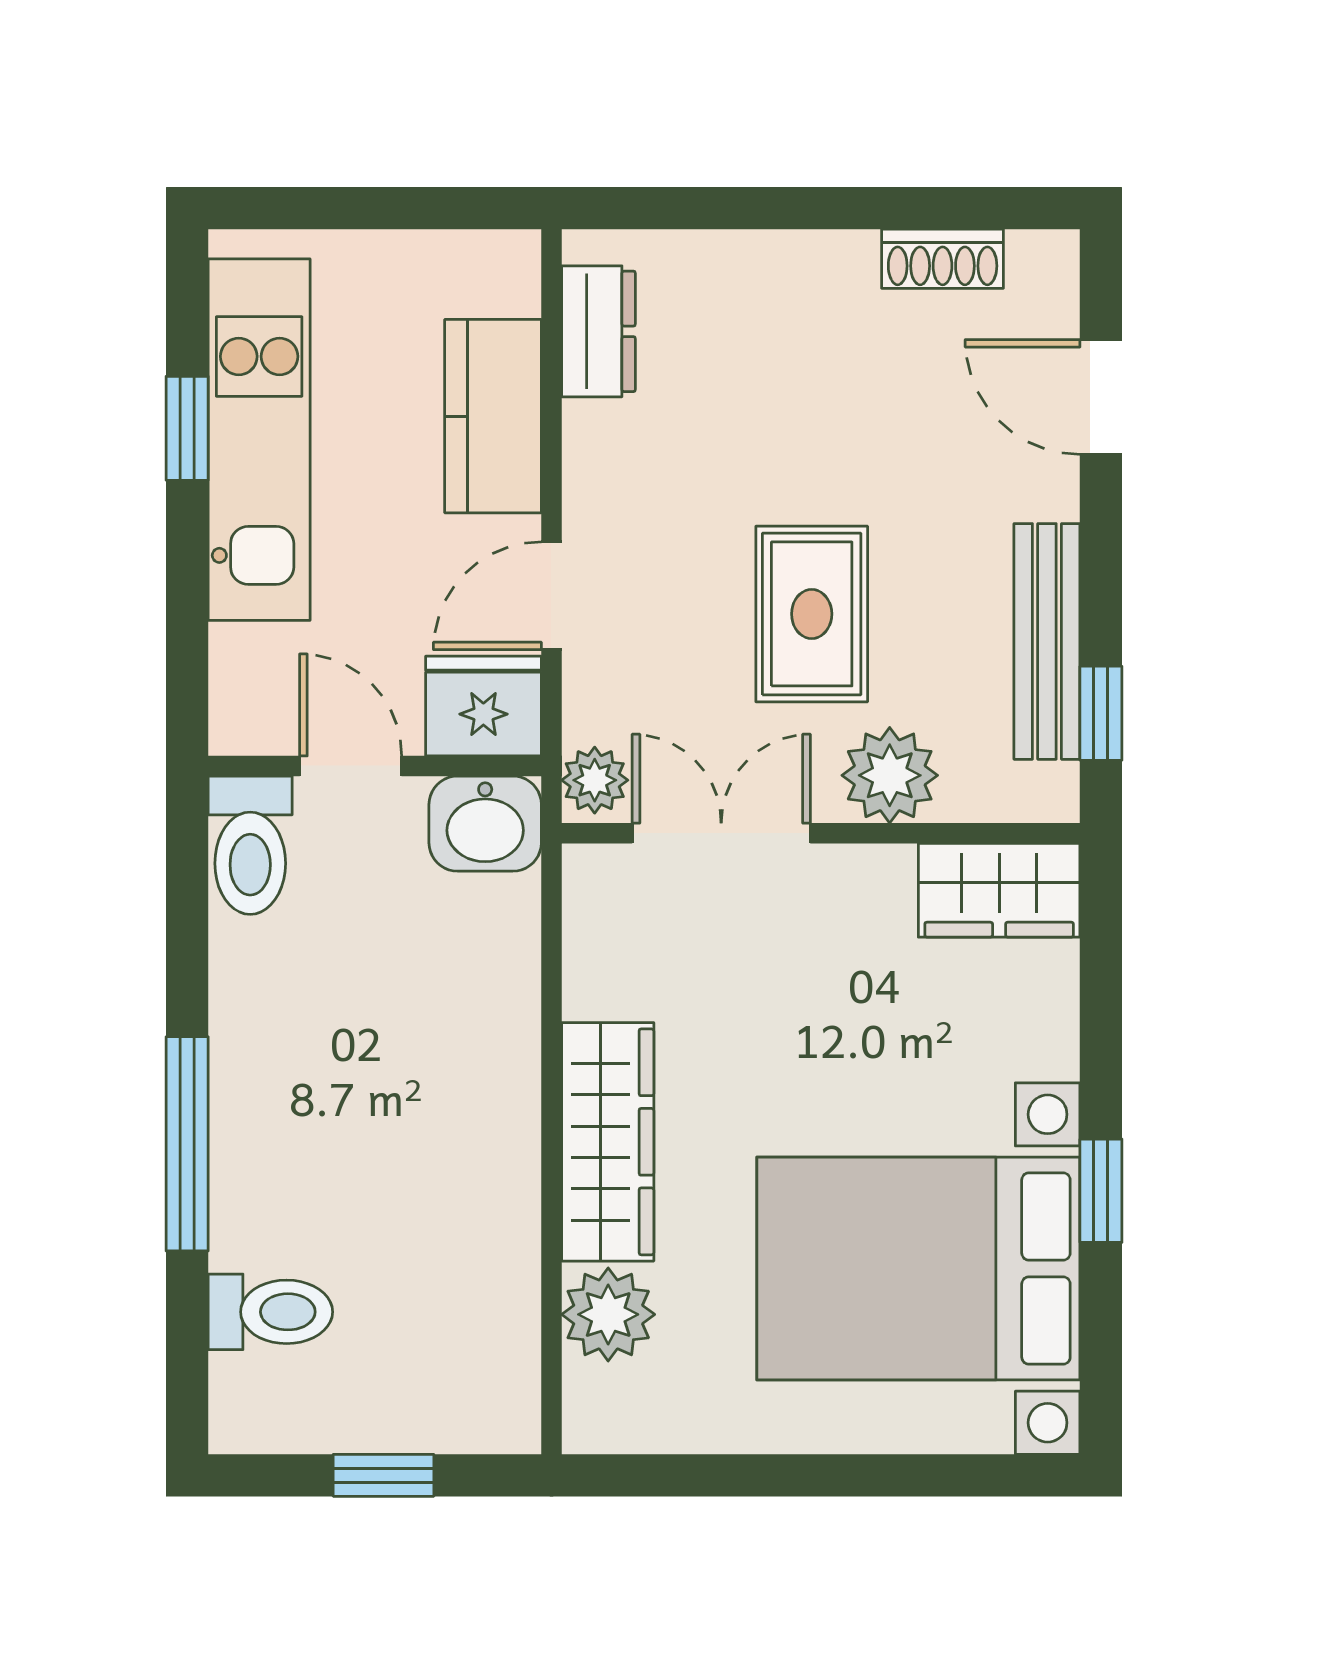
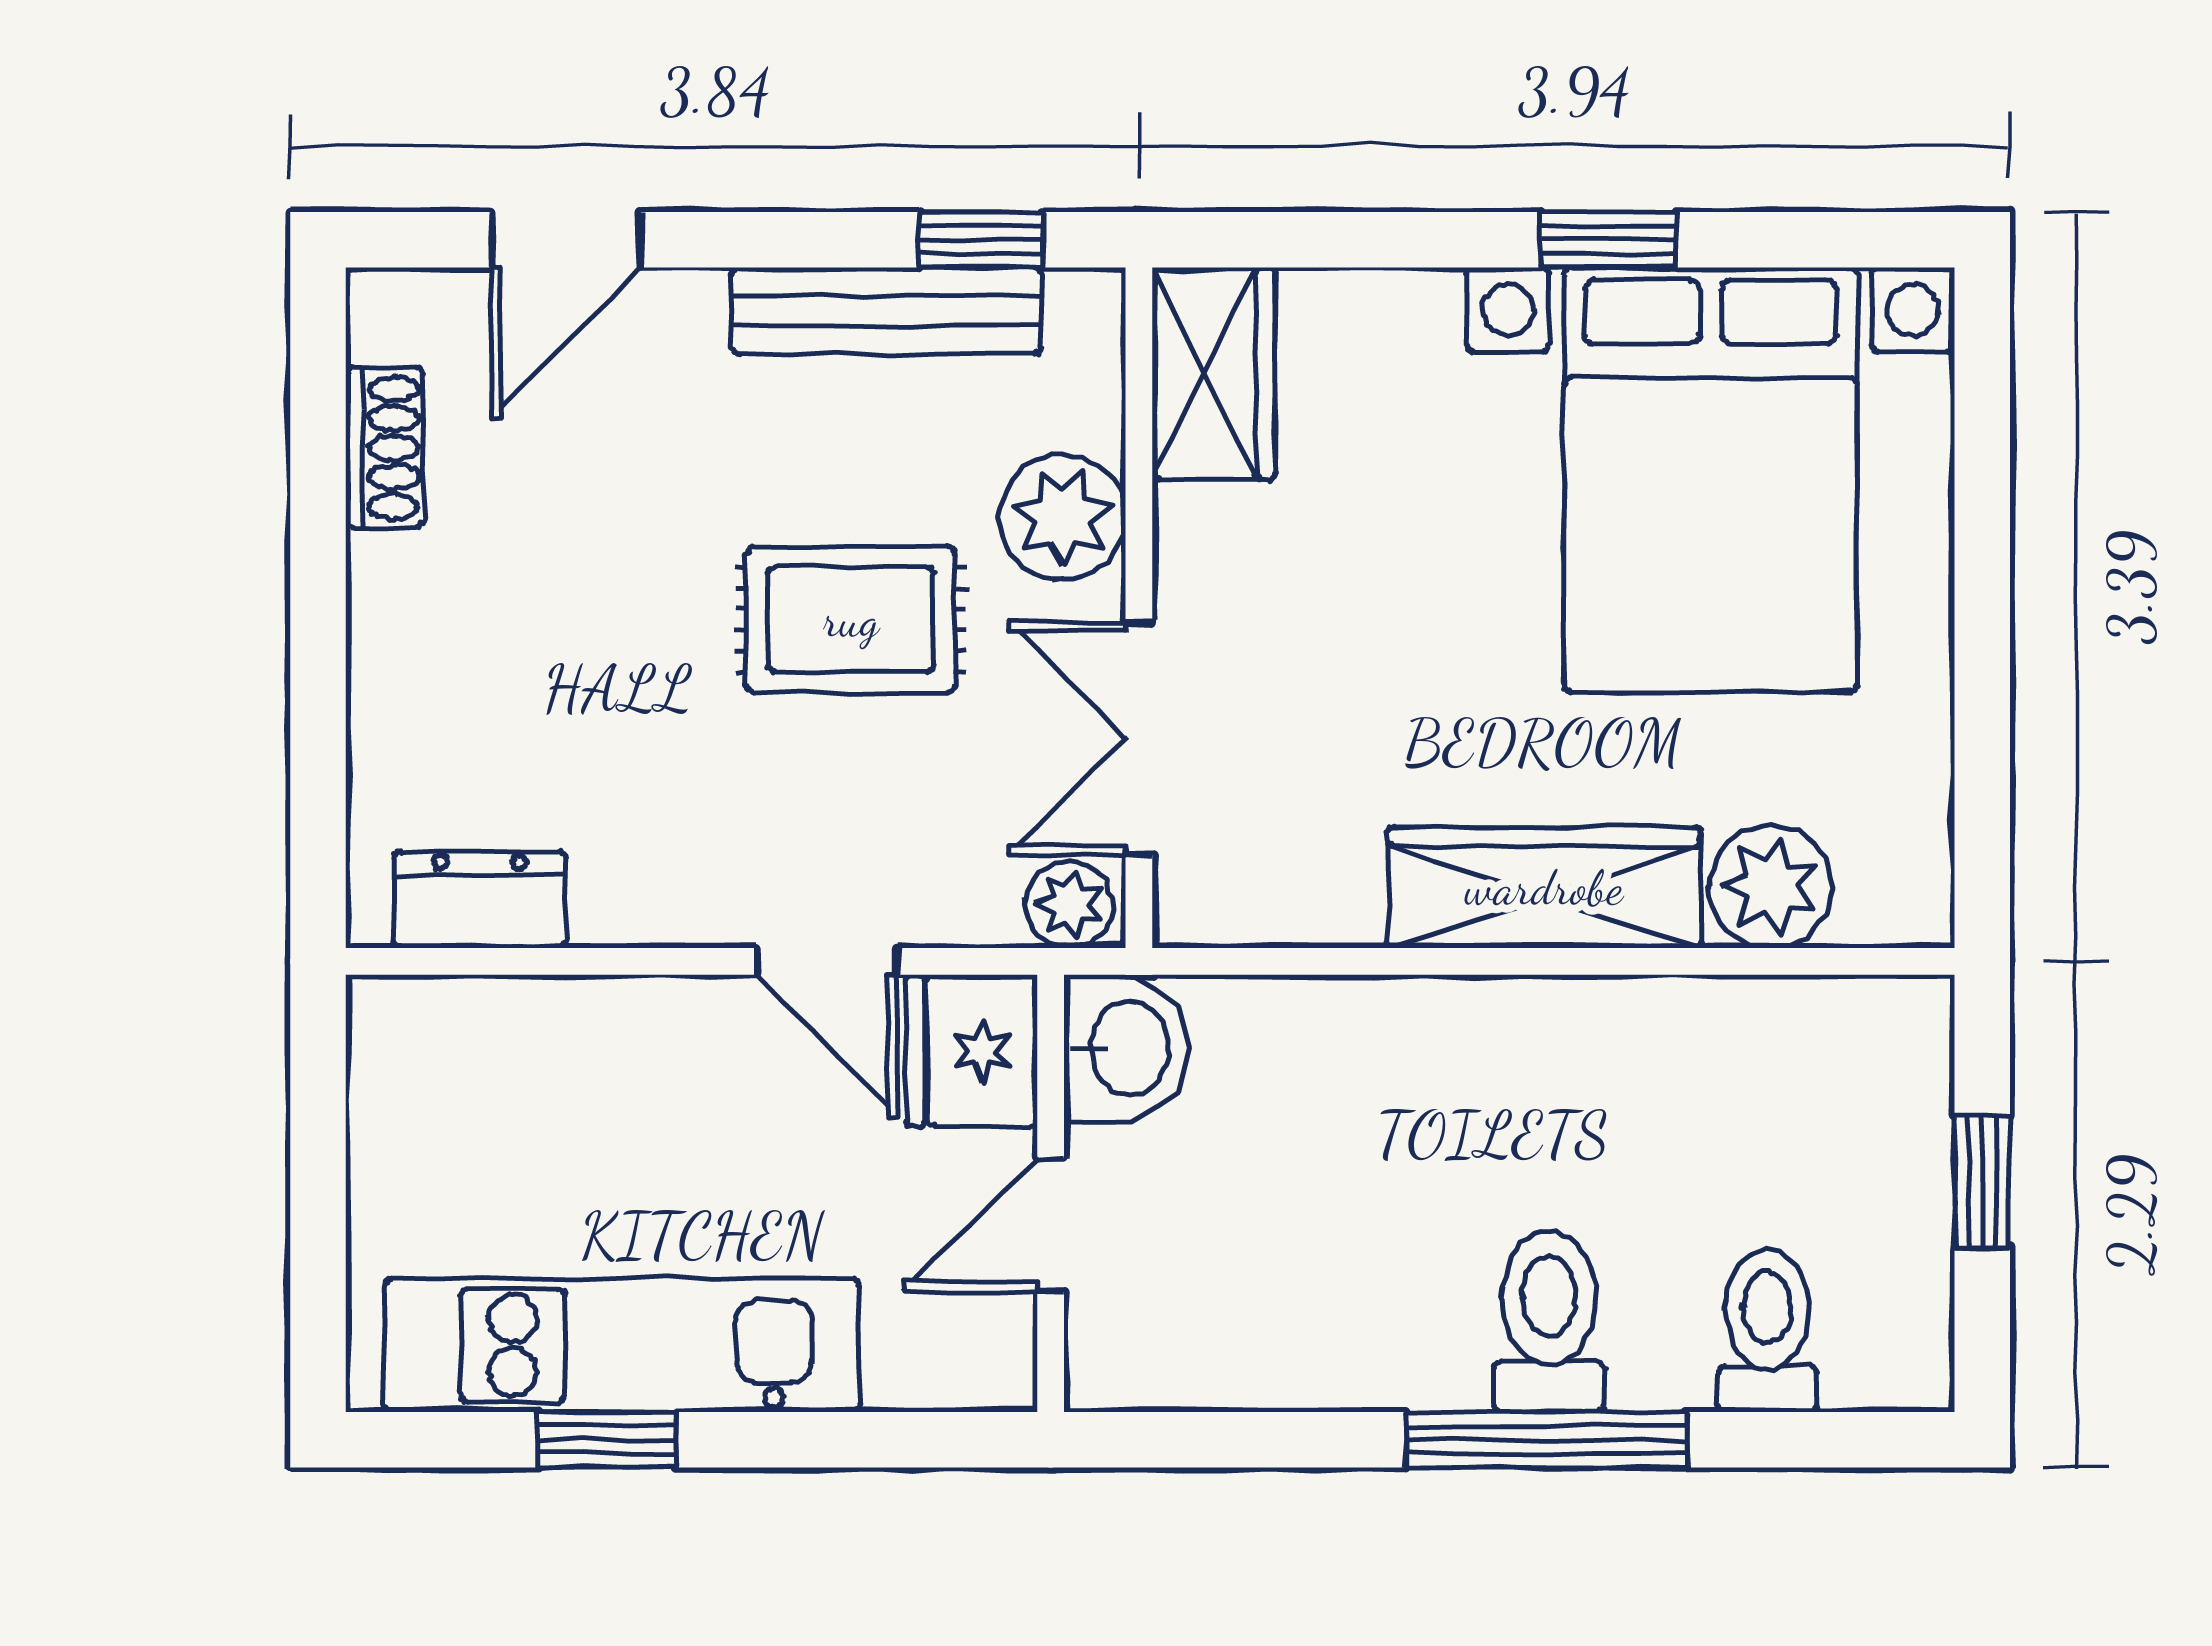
kitchen counter: (493, 416) -> (591, 1038), removed
toilet: (250, 845) -> (1549, 1321), moved, turned -90

